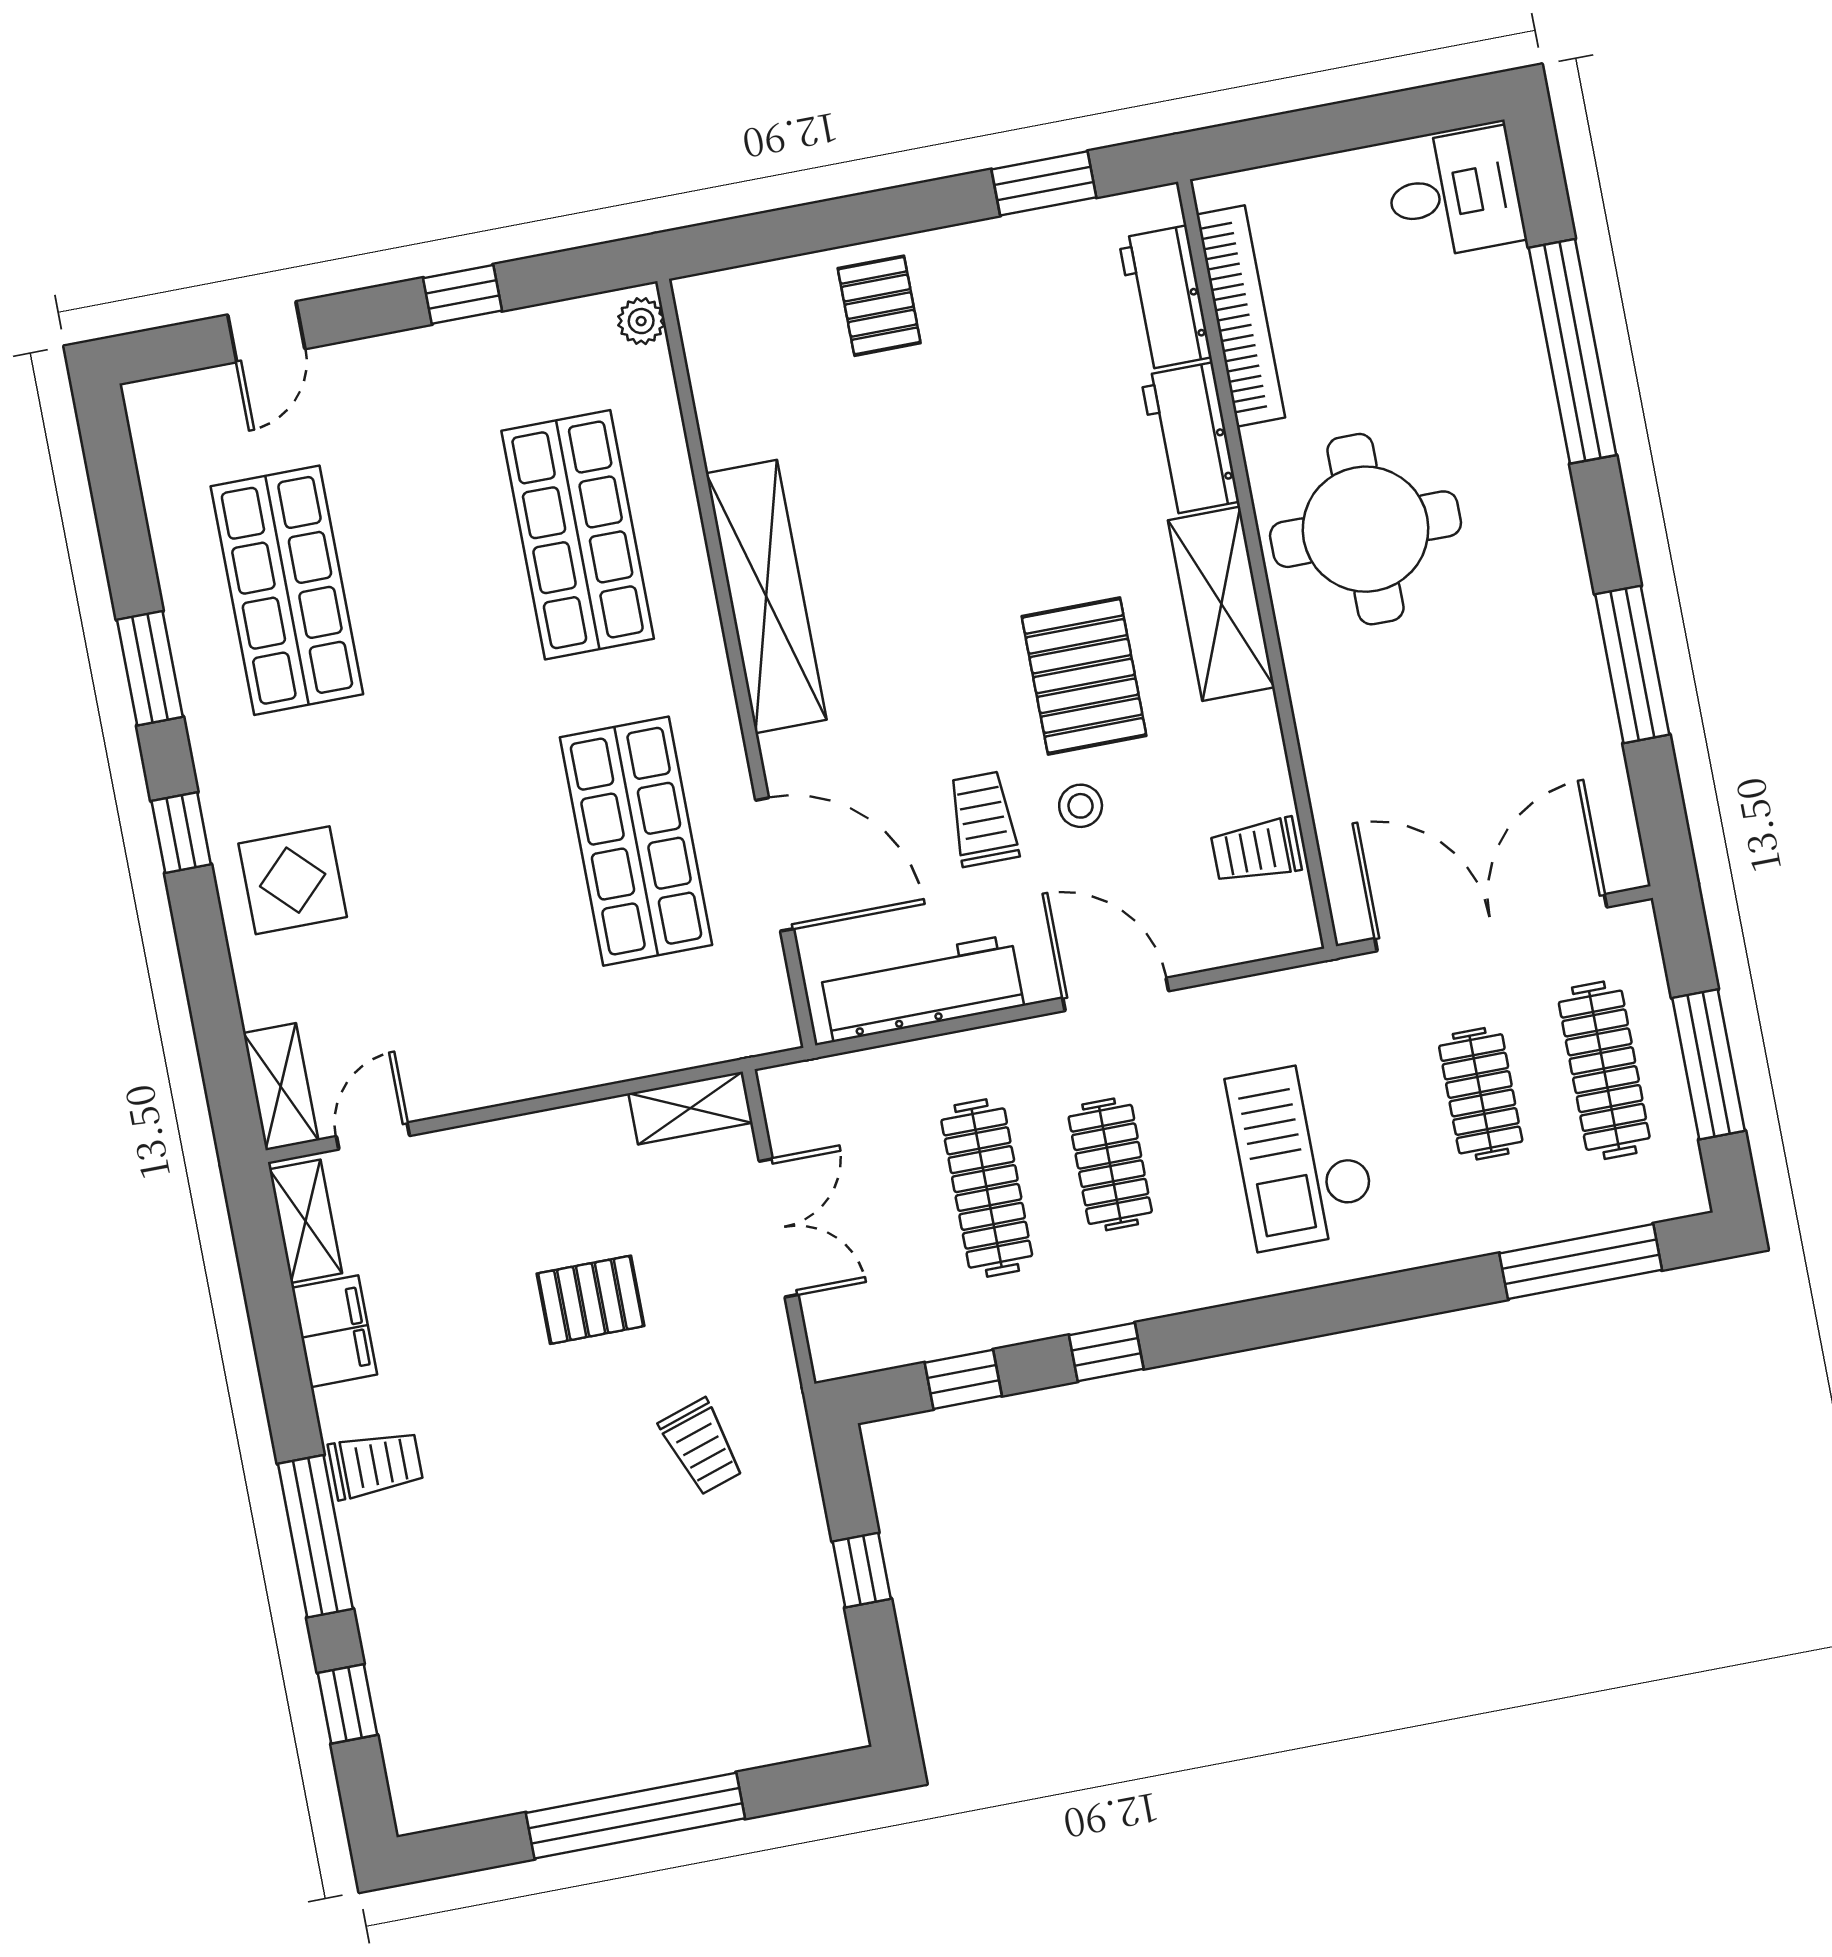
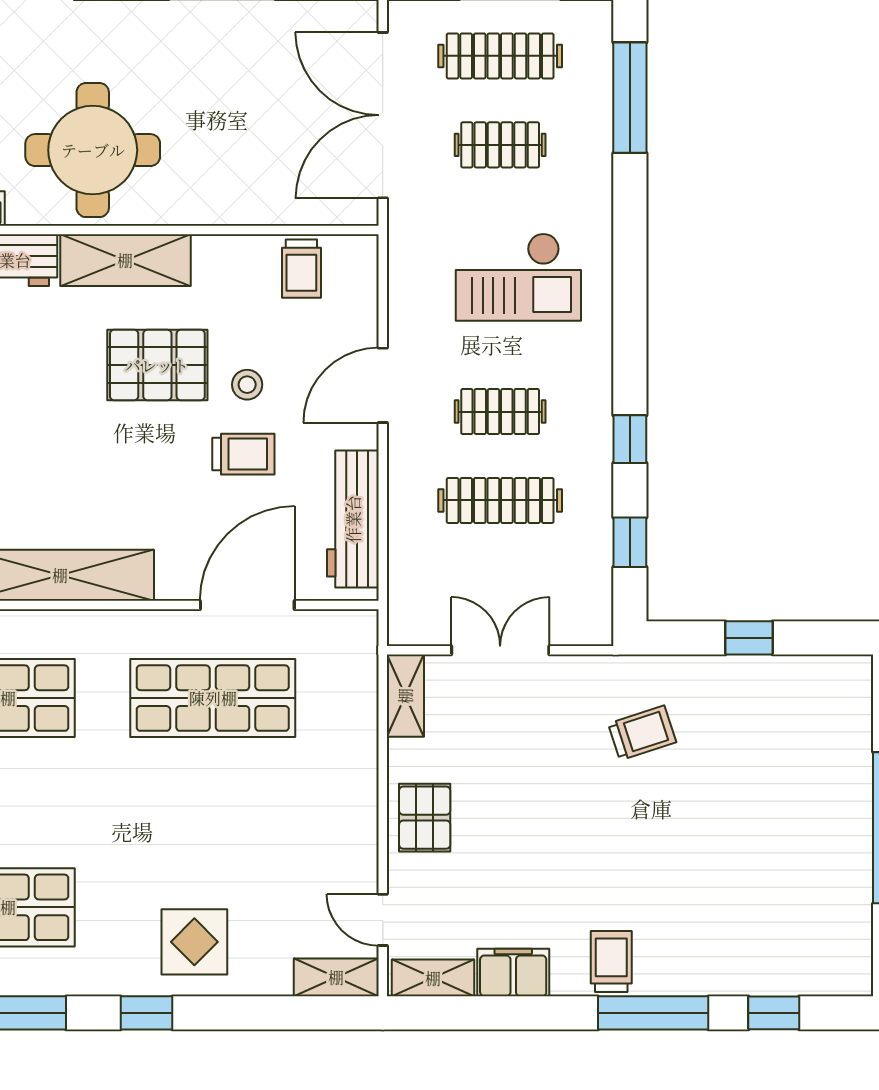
trolley: (983, 819) -> (243, 454), turned 180
pallet: (591, 1300) -> (425, 818), moved

